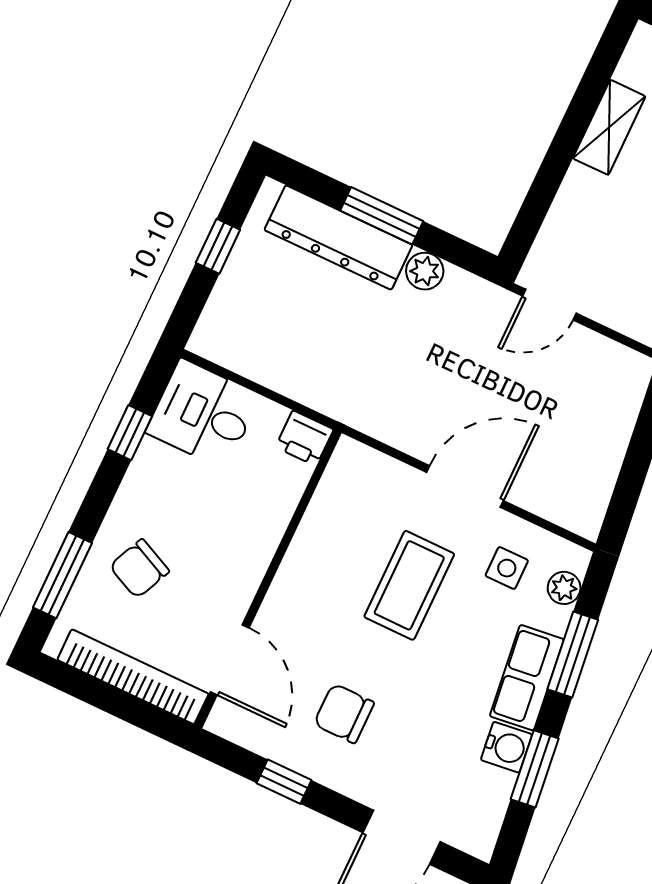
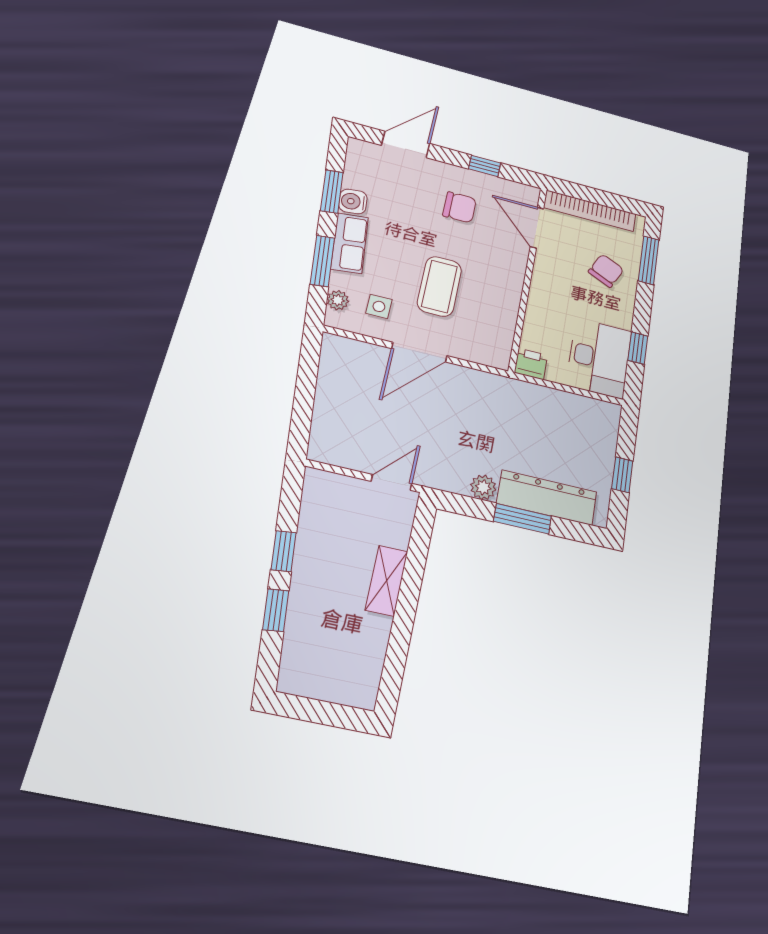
shelving: (609, 127) -> (387, 581), moved
desk: (203, 414) -> (599, 358), width x1.37

